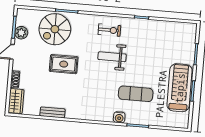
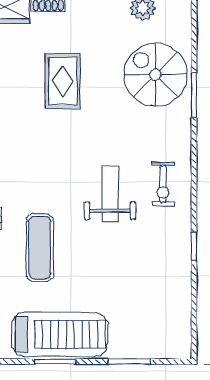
rug: (64, 64) -> (63, 81), moved

